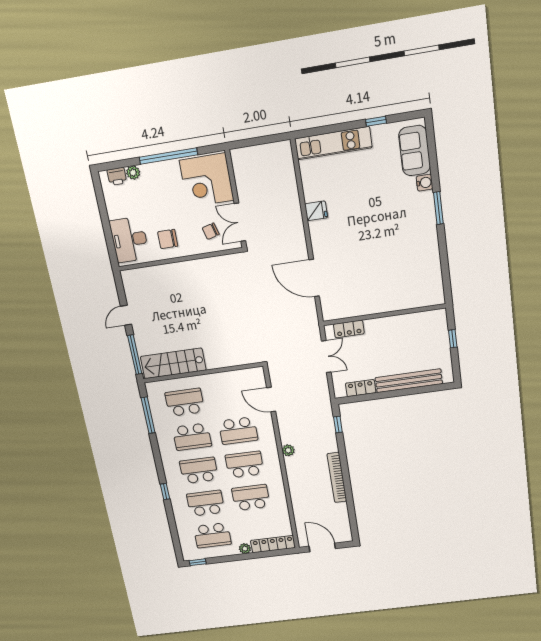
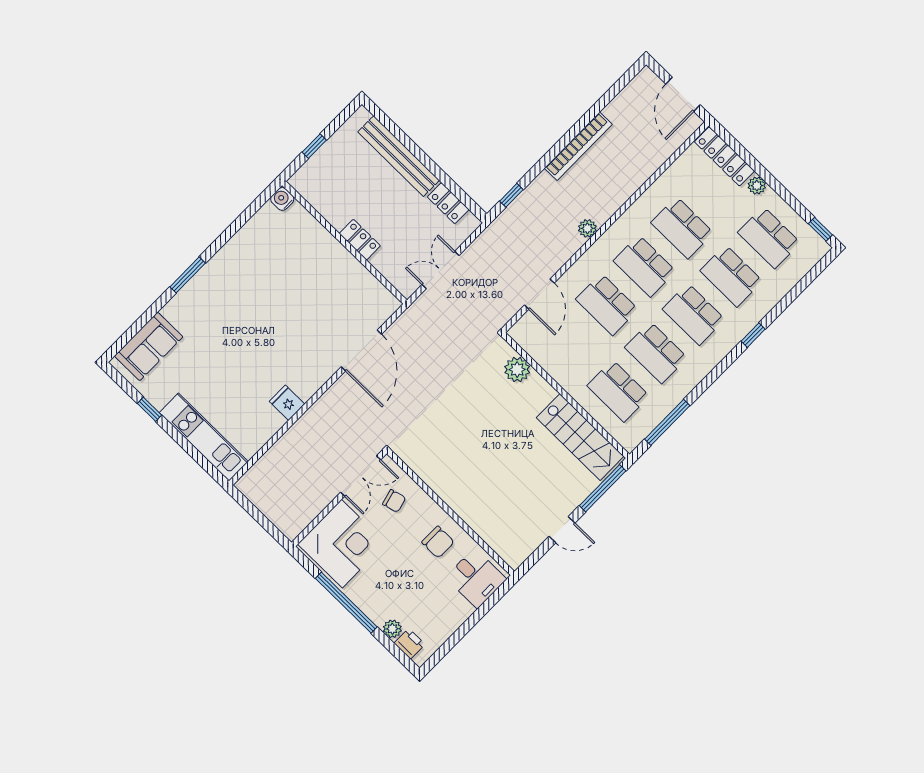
water cooler: (425, 183) -> (282, 199), moved
desk: (129, 240) -> (476, 578), width x0.73
locker: (349, 329) -> (360, 240), moved
plant: (237, 357) -> (517, 370), added
school desk: (238, 431) -> (607, 304), turned 180
school desk: (192, 437) -> (656, 353), turned 180
school desk: (212, 535) -> (769, 238), turned 180

